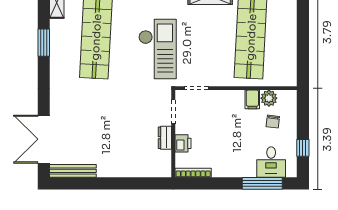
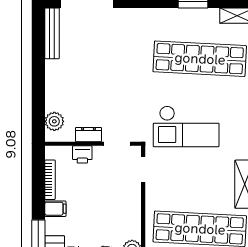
filing cabinet: (252, 99) -> (55, 209), moved, turned 180
plant: (153, 169) -> (54, 121), added
bookcase: (193, 173) -> (50, 180), moved

